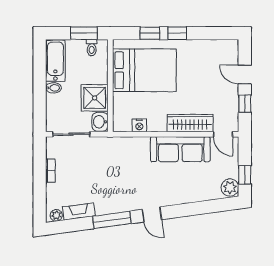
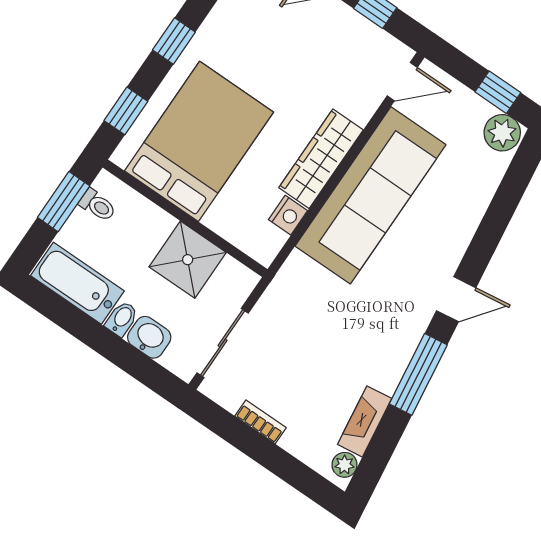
window: (150, 33) -> (126, 111), moved
washbasin: (100, 122) -> (149, 337), moved, turned 180
wardrobe: (190, 123) -> (321, 159), moved
sofa: (180, 149) -> (371, 195), width x1.36, depth x1.27

